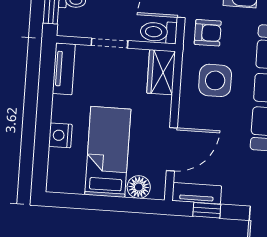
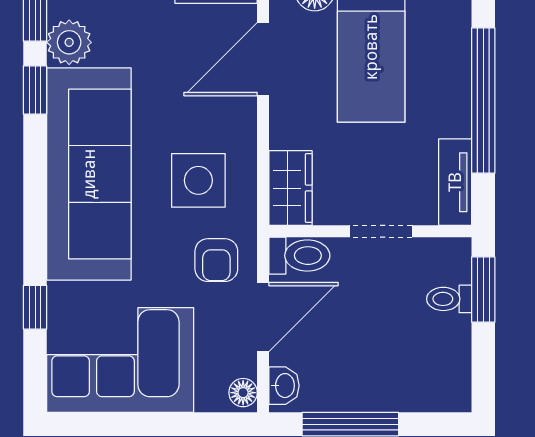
armchair: (208, 33) -> (216, 260), turned -90
window: (44, 116) -> (483, 100), added
nightstand: (60, 135) -> (453, 69), removed

